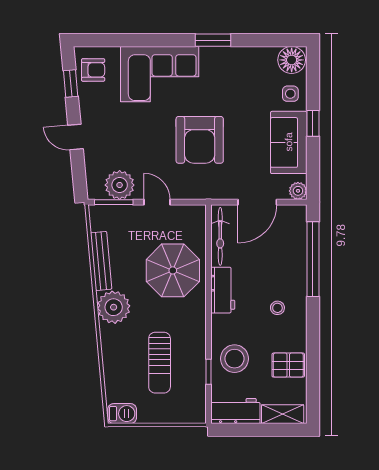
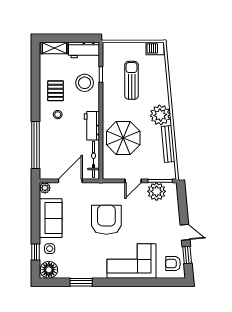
window: (213, 40) -> (81, 282), moved
window: (313, 123) -> (36, 252), moved
door: (76, 137) -> (185, 232), moved
door: (157, 202) -> (133, 181), hinge flipped
pallet: (288, 365) -> (55, 91), moved, turned 90

